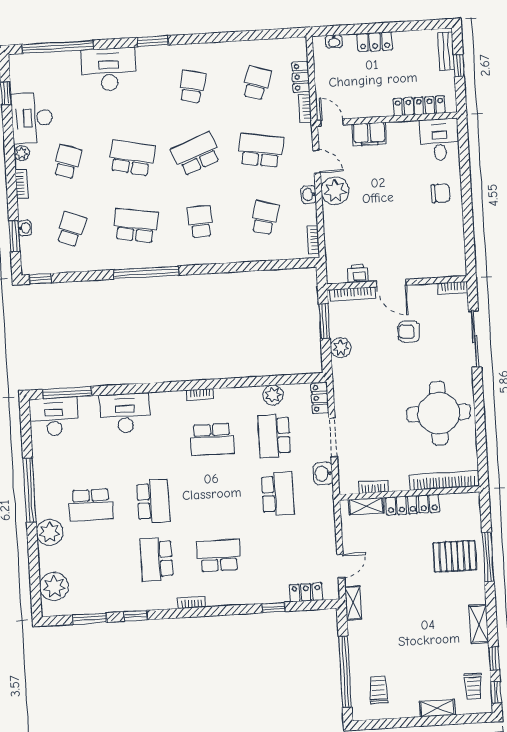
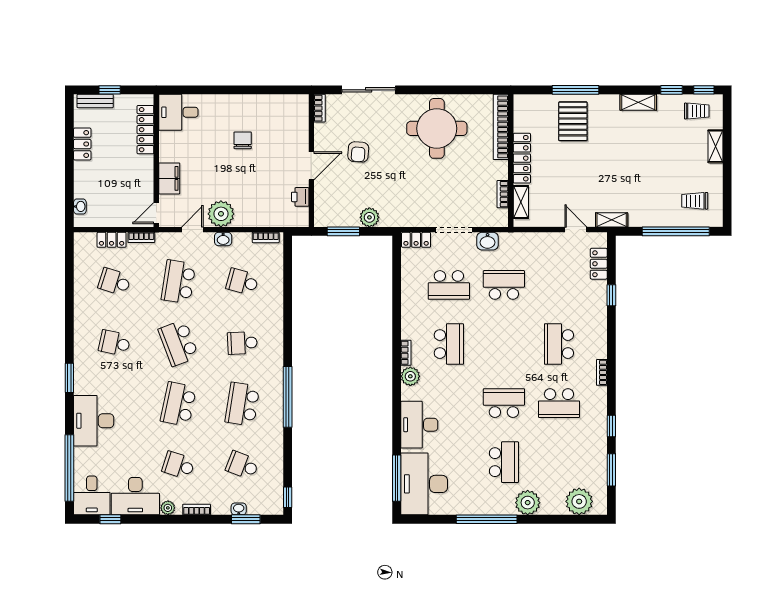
locker: (375, 42) -> (82, 144), moved
desk: (30, 72) -> (92, 495), added
chair: (440, 193) -> (243, 140), moved
bookcase: (353, 294) -> (319, 203), removed
plant: (273, 395) -> (410, 376), moved
desk: (54, 417) -> (424, 484), width x1.36, depth x1.30

